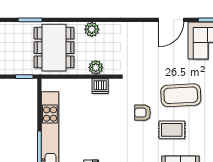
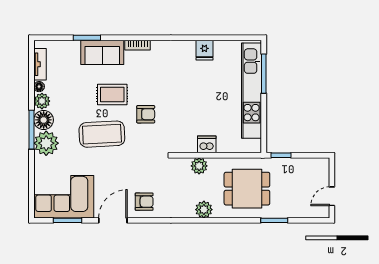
armchair: (144, 36) -> (144, 202), added
dining table: (54, 48) -> (247, 189), width x0.73
dishwasher: (100, 86) -> (207, 144), moved

